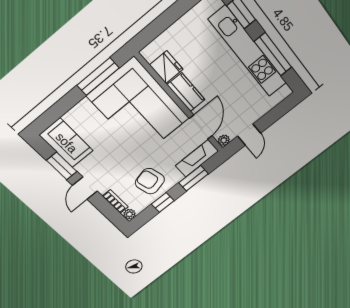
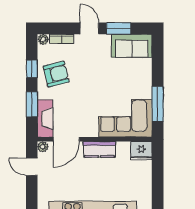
fridge: (166, 67) -> (141, 151), moved
corner sofa: (139, 107) -> (125, 118), width x0.73, depth x0.74
door: (201, 127) -> (66, 139), hinge flipped

